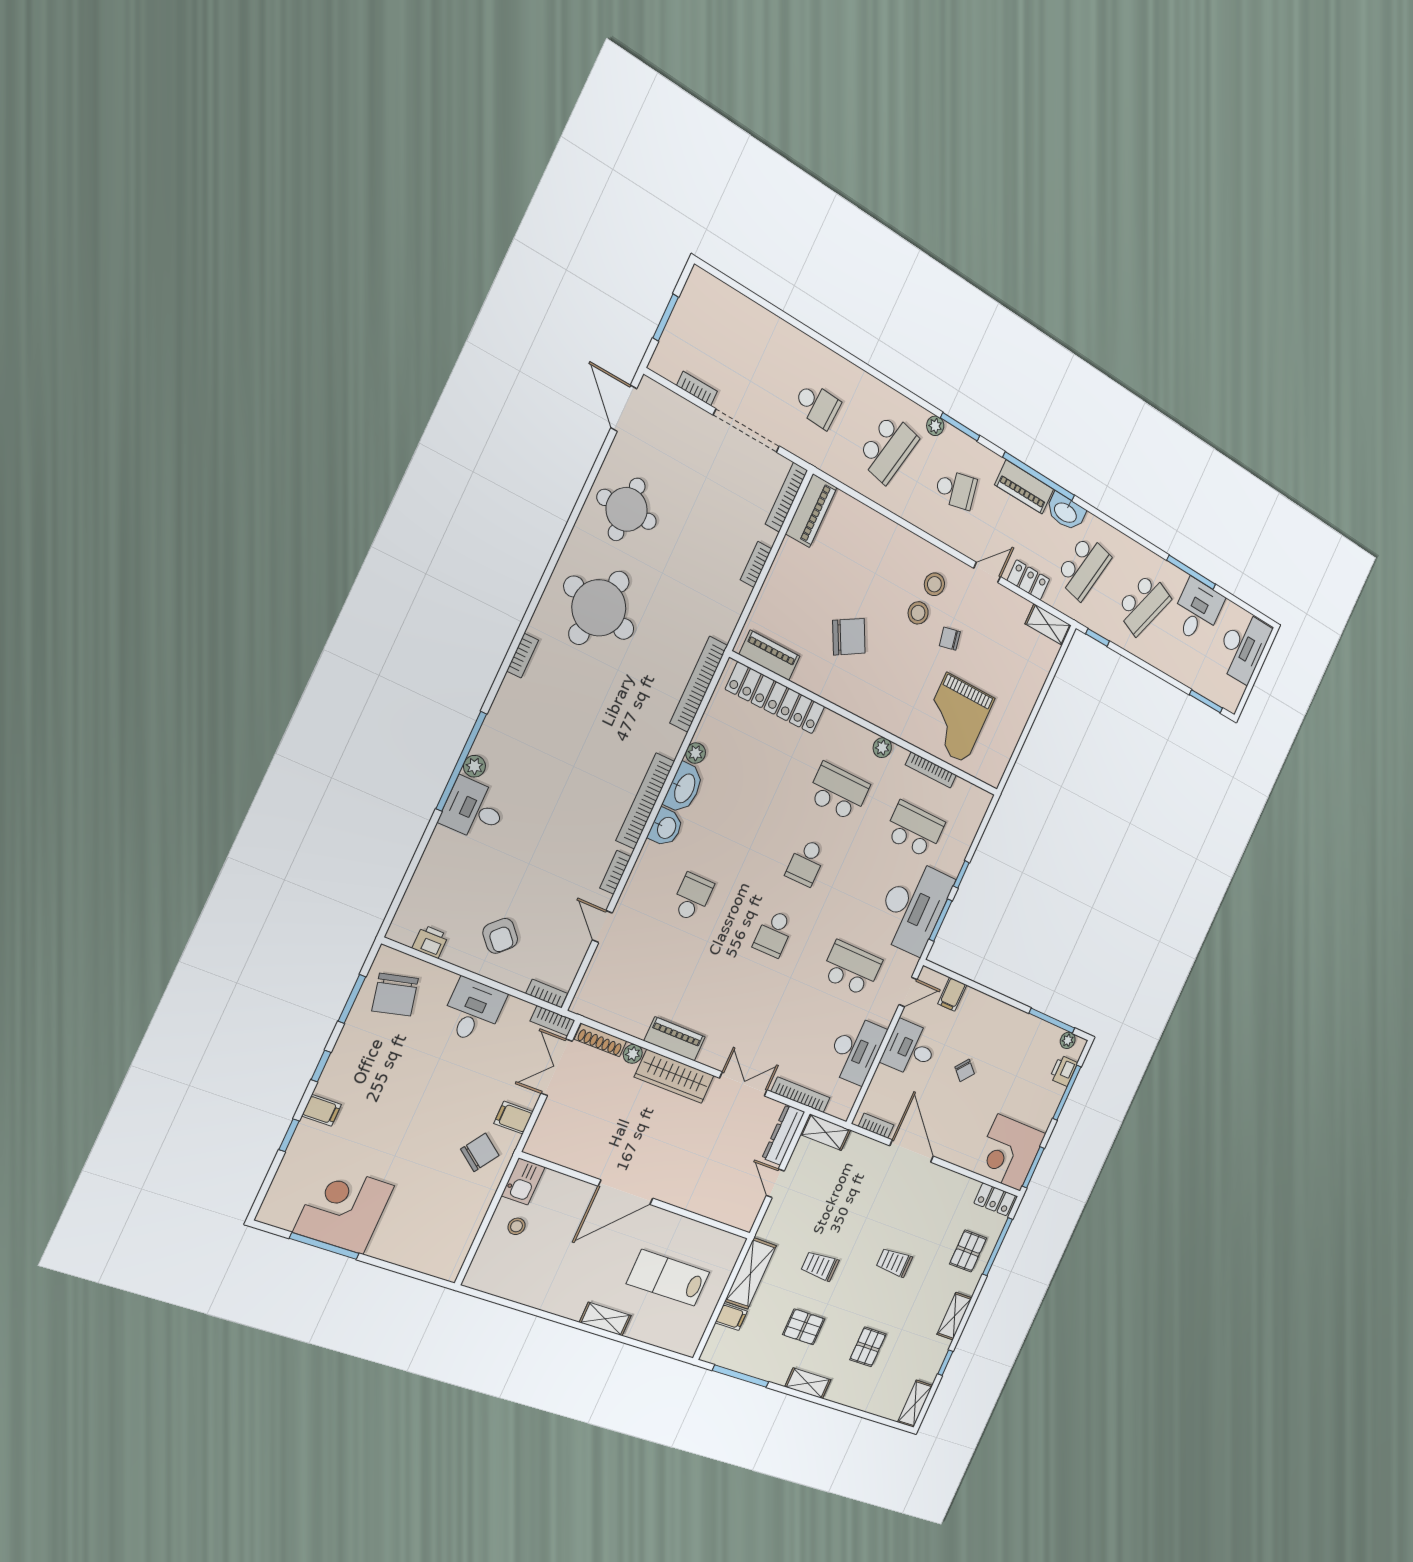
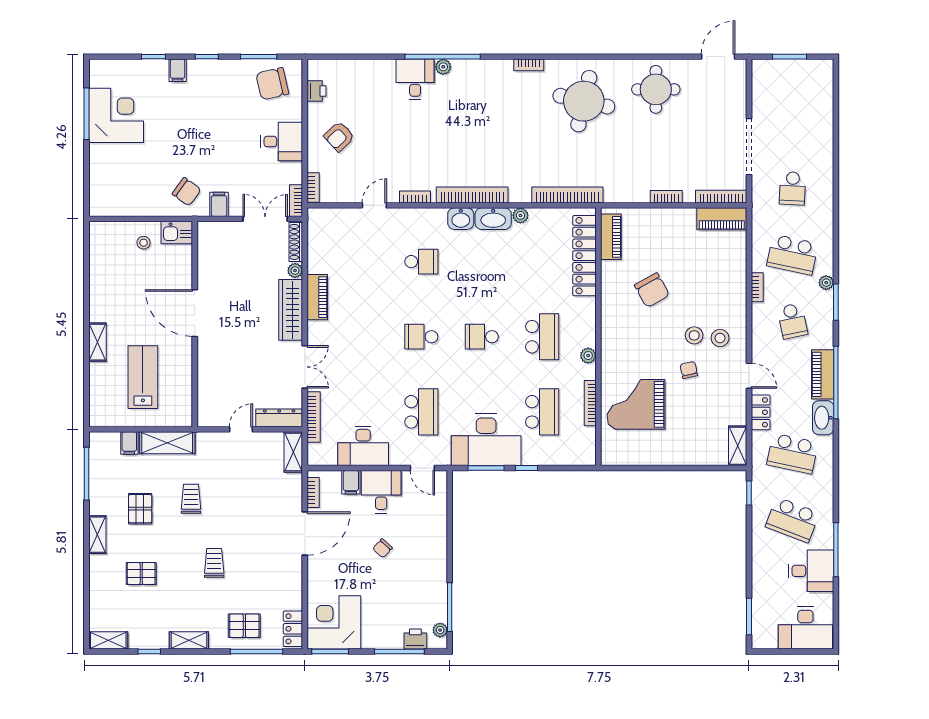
bookcase: (697, 388) -> (757, 287), moved
filing cabinet: (952, 994) -> (351, 482), moved, turned -90

